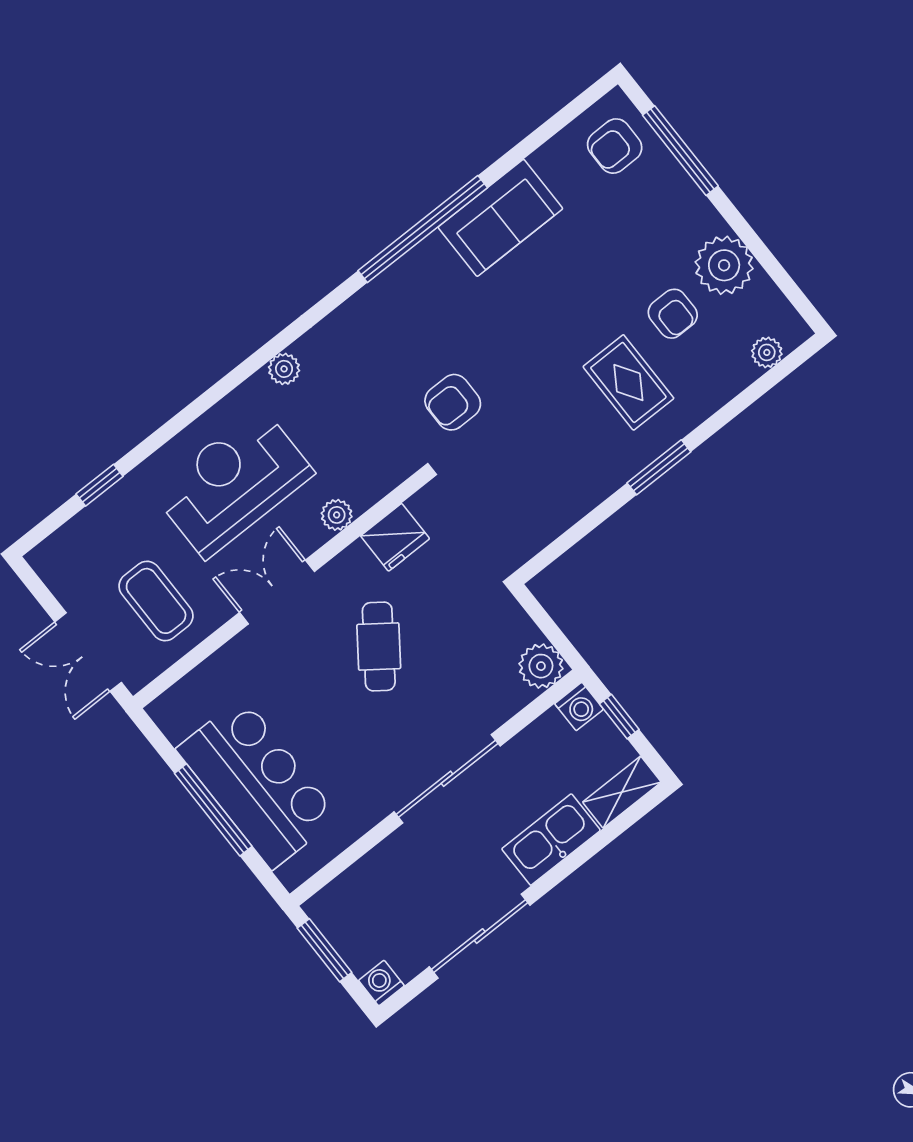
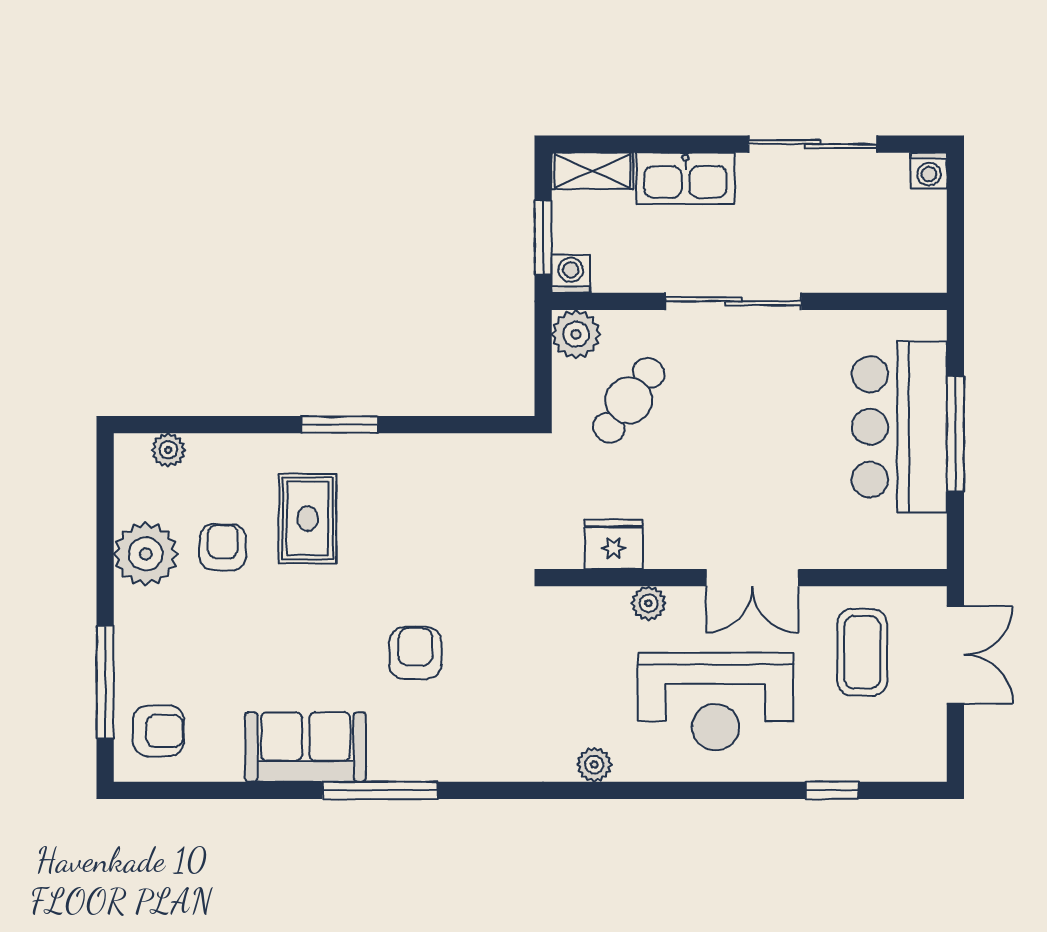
window: (423, 229) -> (380, 790), width x0.68
armchair: (453, 402) -> (415, 653), moved, turned -90
cafe table: (379, 647) -> (629, 400), moved
window: (619, 717) -> (543, 238), width x1.50
window: (324, 950) -> (955, 238), removed

